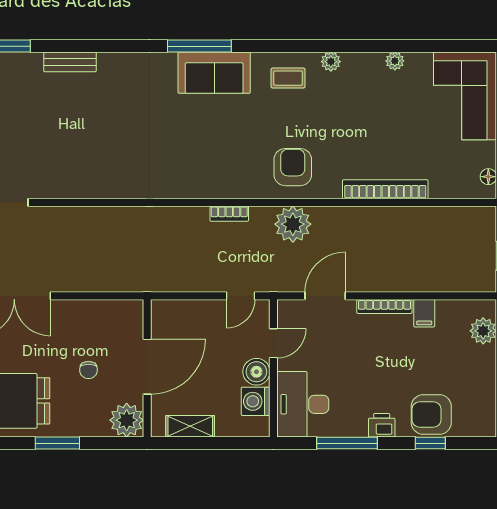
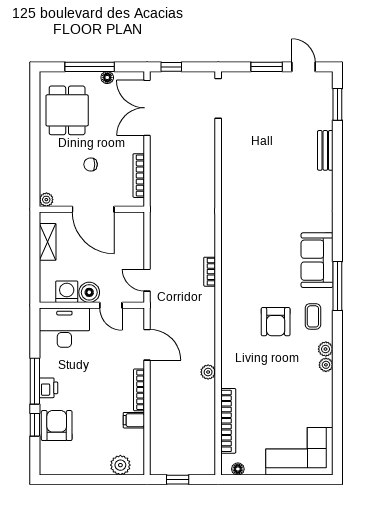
window: (199, 46) -> (337, 286), moved
plant: (395, 61) -> (326, 365), moved
armchair: (293, 167) -> (276, 322), moved, turned 90
bookcase: (385, 189) -> (228, 421), moved
plant: (293, 224) -> (208, 372), moved, width x0.53, depth x0.53
bookcase: (103, 307) -> (139, 176), added
plant: (127, 420) -> (46, 200), width x0.53, depth x0.53
window: (57, 443) -> (35, 141), removed
window: (347, 443) -> (35, 381), moved

